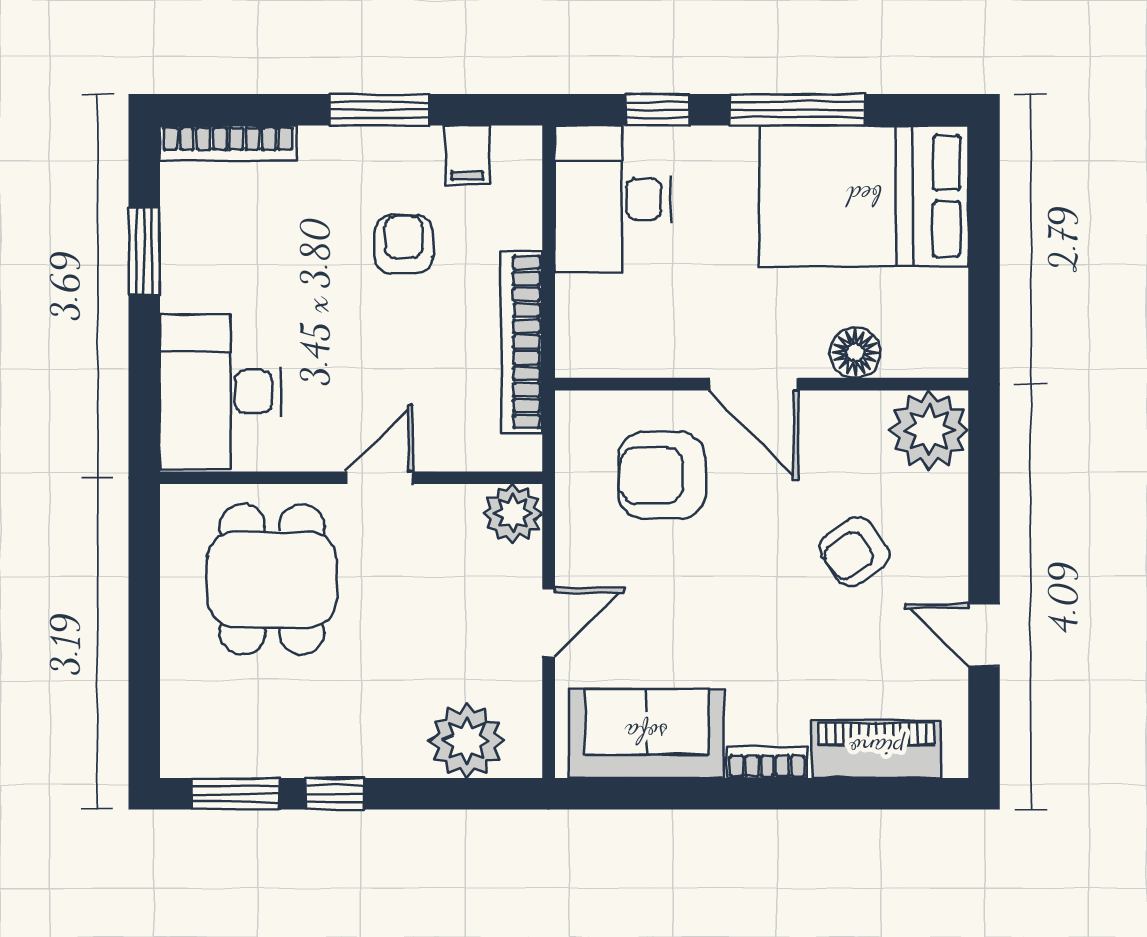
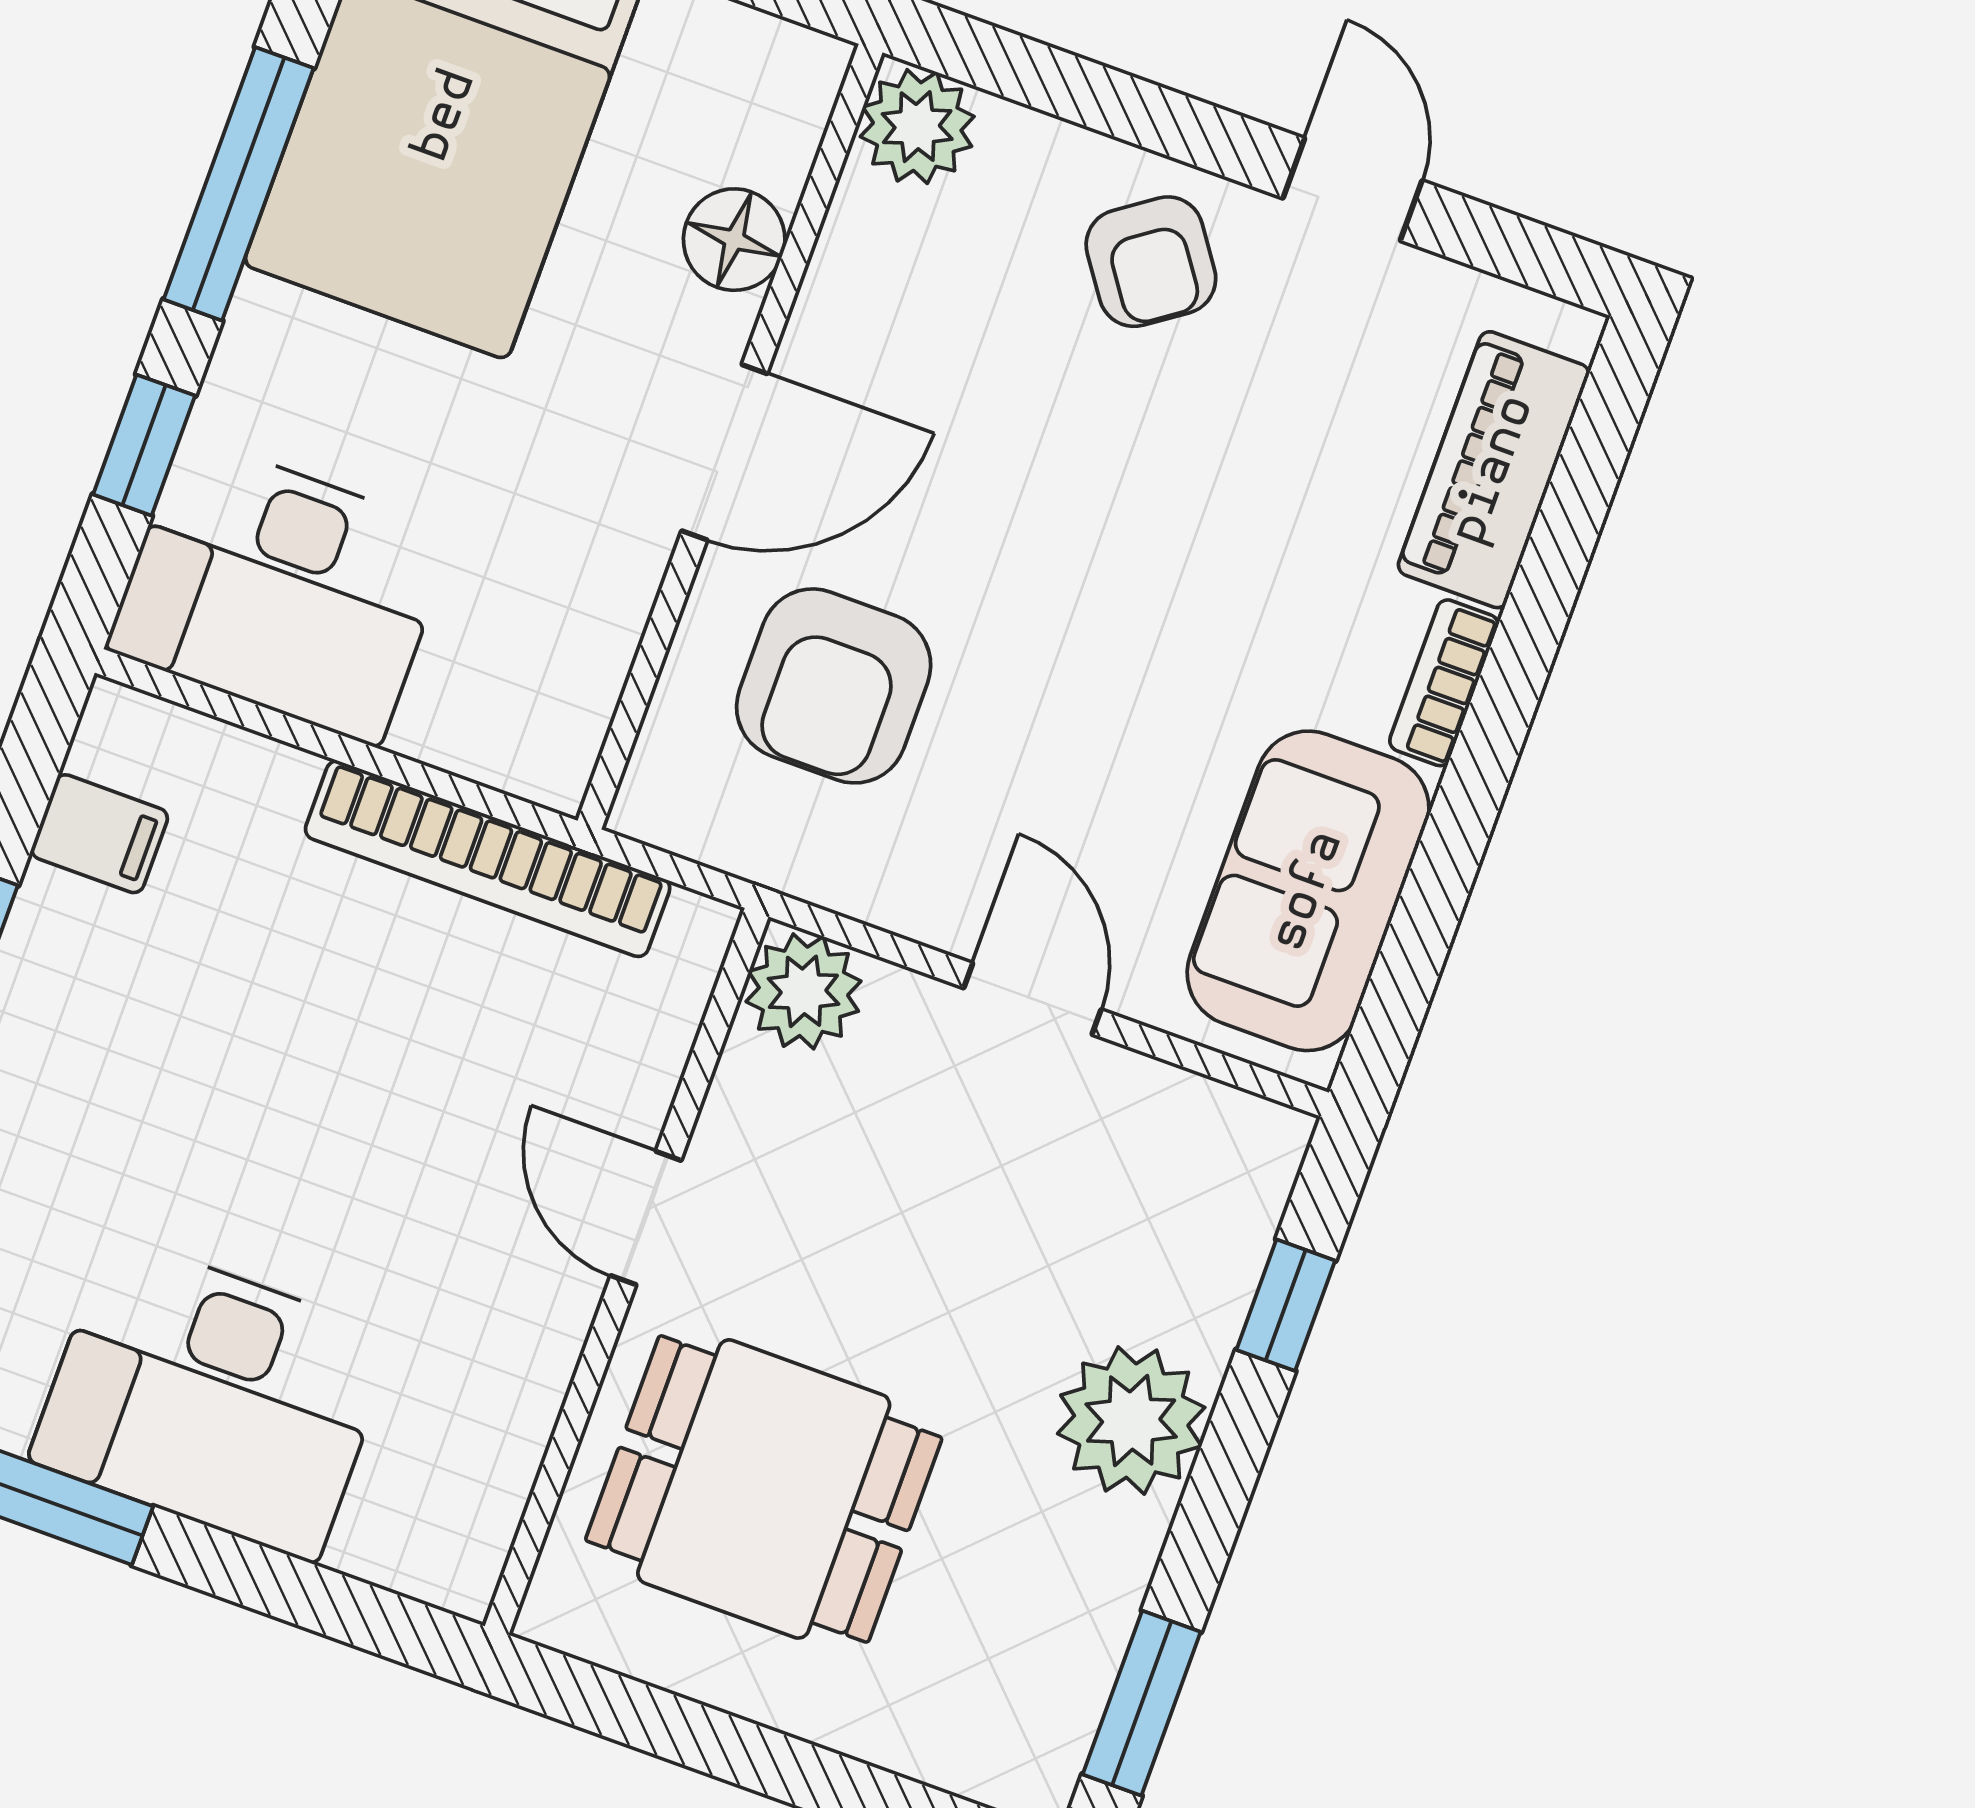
armchair: (404, 244) -> (224, 1014), removed
desk: (221, 392) -> (213, 1399), moved
plant: (929, 430) -> (917, 127), width x0.73, depth x0.73
armchair: (854, 551) -> (1151, 262), moved
door: (984, 635) -> (1353, 189), swing flipped
plant: (467, 741) -> (1131, 1421), moved
window: (335, 794) -> (1286, 1305), moved

